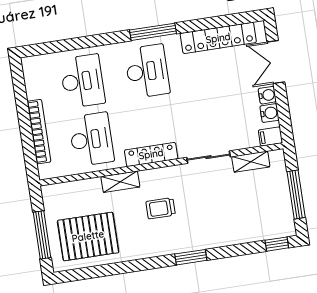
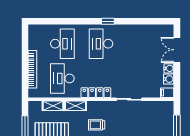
window: (153, 32) -> (108, 21), width x0.46
locker: (218, 38) -> (145, 31), removed
desk: (147, 71) -> (101, 44), turned 180
desk: (91, 139) -> (62, 78), turned 180
shelving: (251, 162) -> (53, 106), moved

